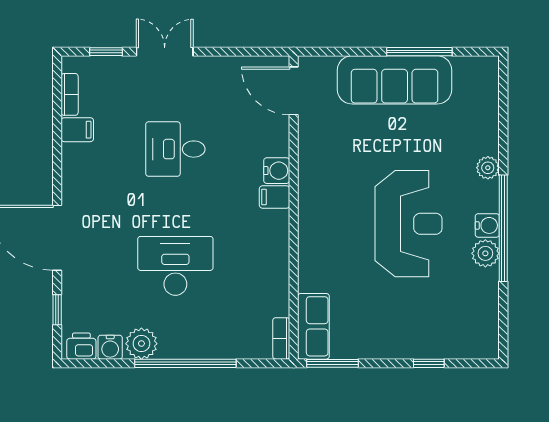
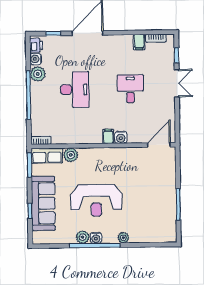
sofa: (395, 80) -> (43, 203), moved, turned 180
plant: (313, 276) -> (71, 155), added

